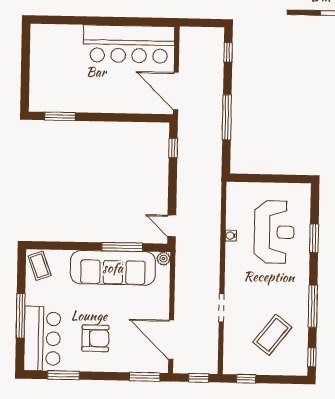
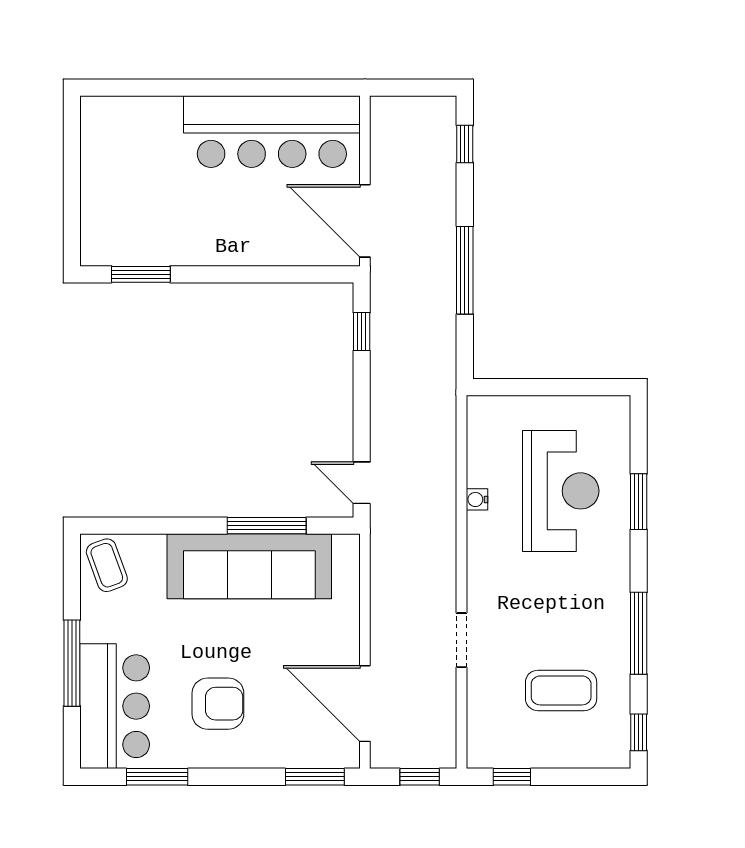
plant: (163, 259) -> (347, 547), removed
coffee table: (272, 335) -> (561, 690), turned 52

